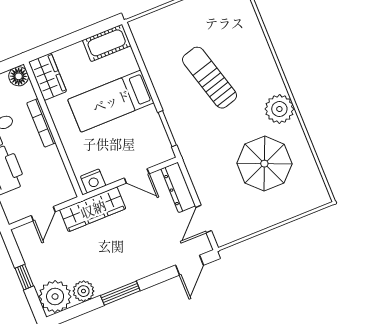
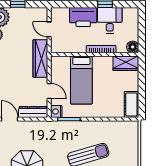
bed: (111, 101) -> (81, 80), moved, turned 180
door: (137, 176) -> (49, 91), swing flipped
nightstand: (93, 181) -> (56, 111), moved

